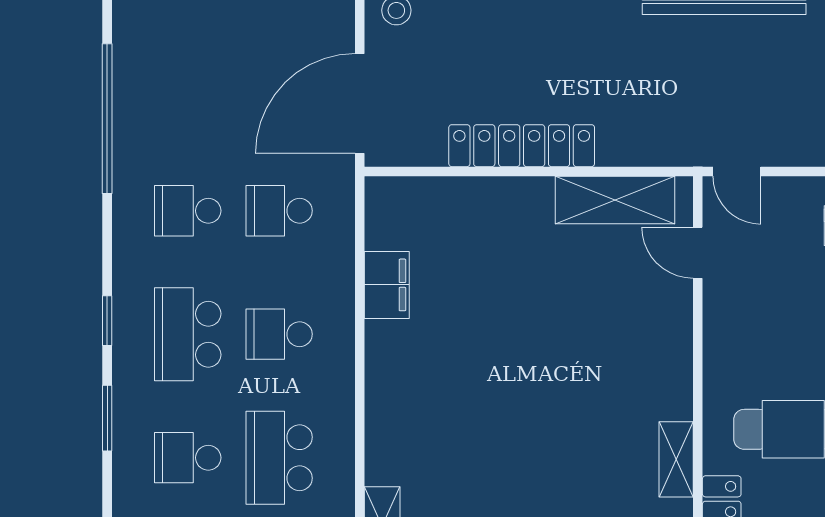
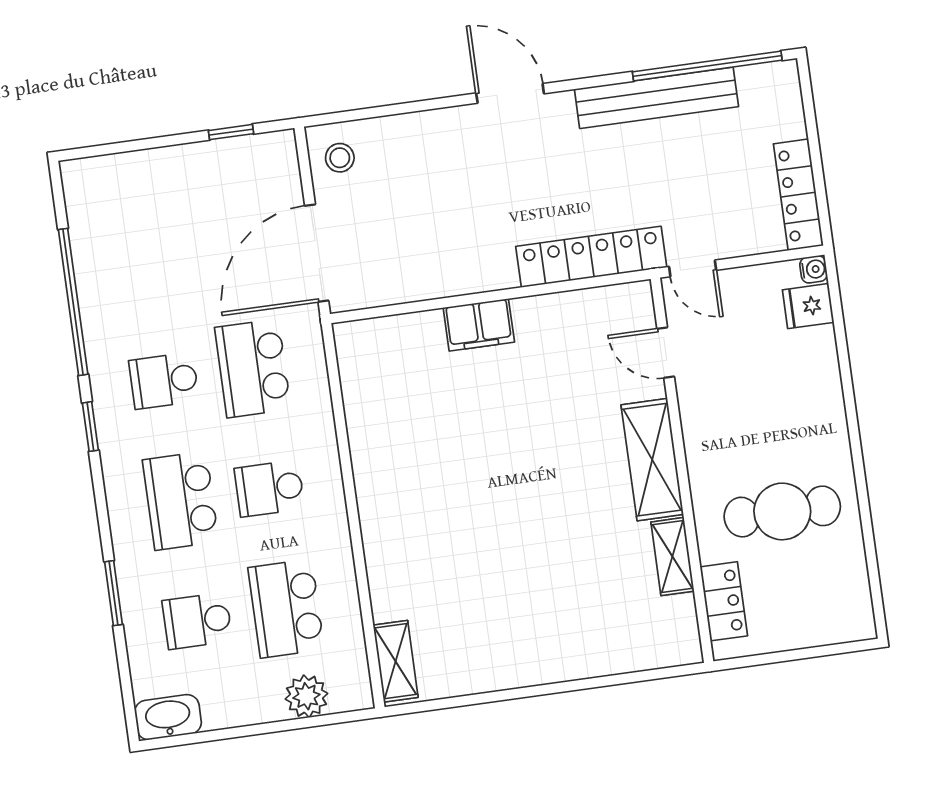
locker: (522, 146) -> (591, 257), moved
shelving: (615, 200) -> (652, 460), moved, turned 90
school desk: (279, 211) -> (253, 368), width x1.85
filing cabinet: (387, 285) -> (479, 325), moved, turned 90
window: (107, 321) -> (90, 427), moved

